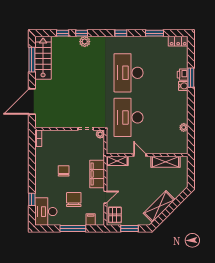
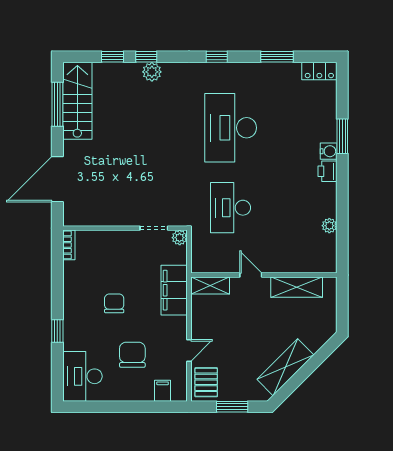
printer: (183, 75) -> (327, 171), moved
desk: (129, 117) -> (231, 208), width x0.73, depth x0.77
filing cabinet: (97, 174) -> (174, 290), moved
window: (32, 199) -> (57, 331), moved
window: (73, 228) -> (131, 407), removed

